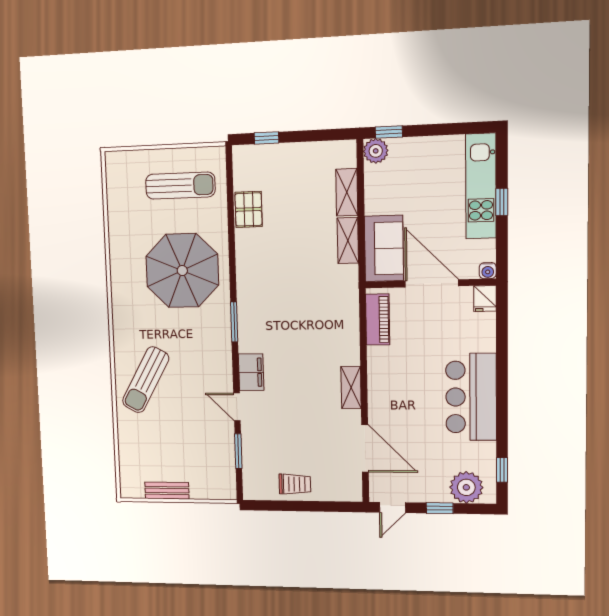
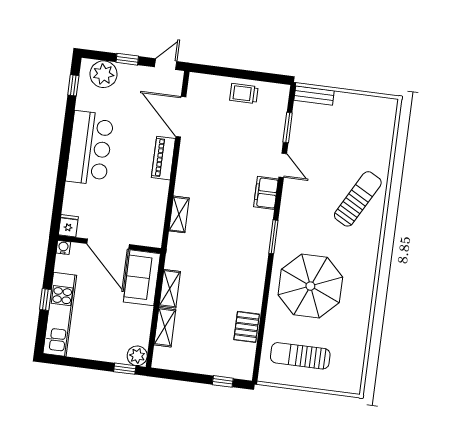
piano: (378, 320) -> (163, 158), moved
shelving: (351, 387) -> (179, 214), moved
bench: (167, 491) -> (314, 95), moved

